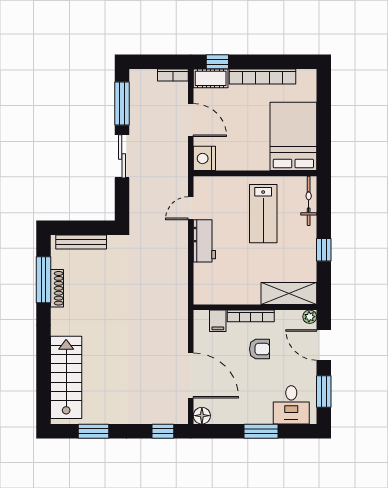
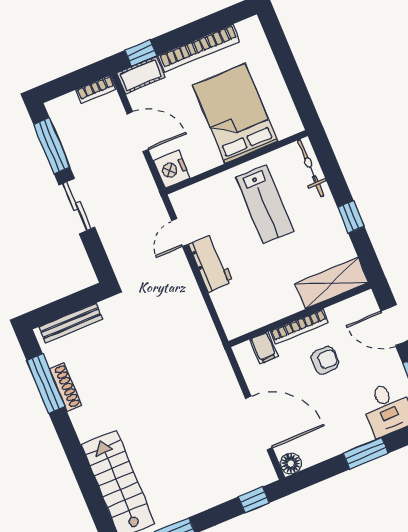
bed: (293, 136) -> (235, 113), moved
plant: (310, 317) -> (367, 300), removed

